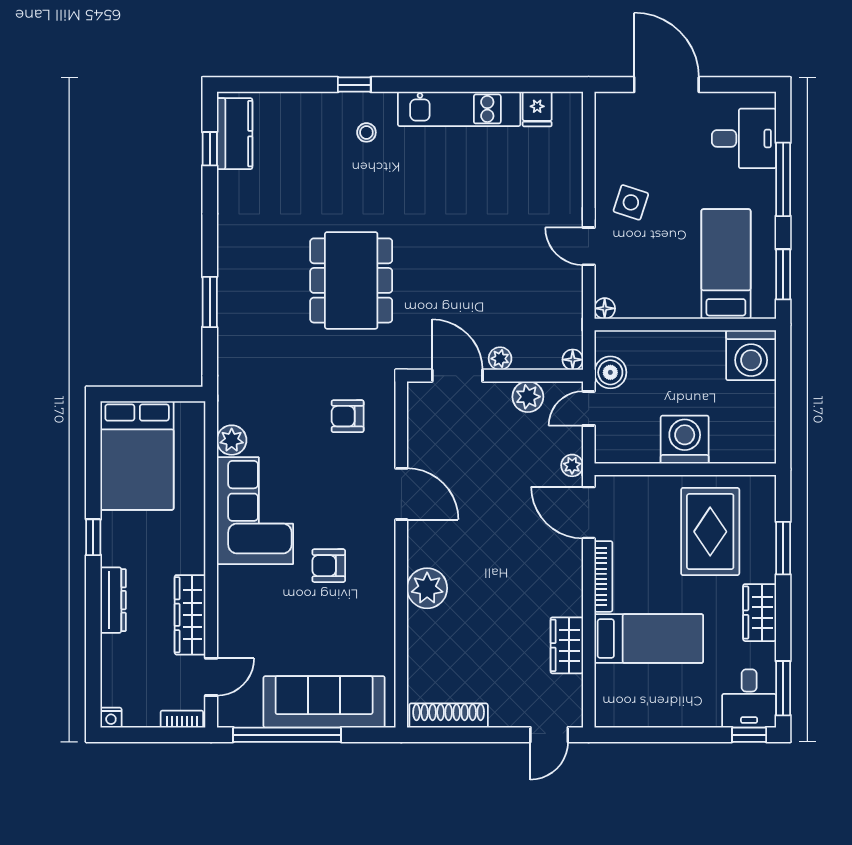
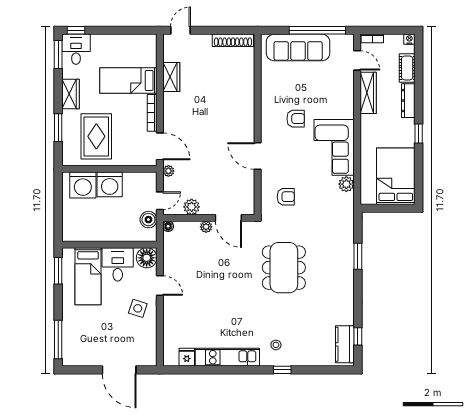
desk: (744, 138) -> (118, 264), moved, turned 90
window: (783, 179) -> (58, 339), moved
floor lamp: (605, 308) -> (147, 258), width x1.89, depth x1.89
washing machine: (751, 355) -> (83, 185), moved, turned 180
plant: (427, 588) -> (244, 107), removed
cot: (115, 662) -> (407, 68), added
door: (211, 677) -> (357, 60), swing flipped

